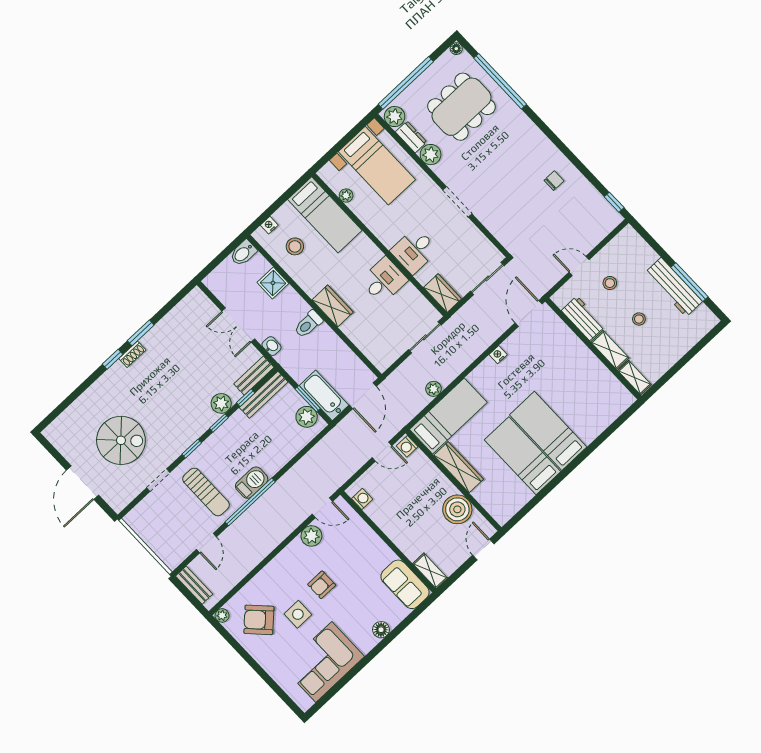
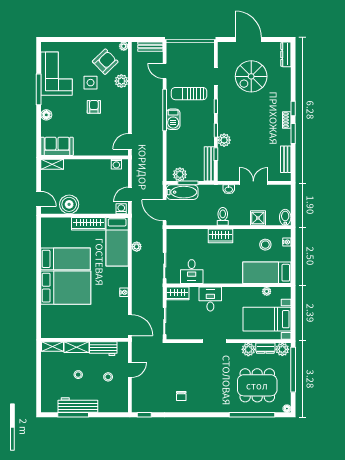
dining table: (461, 107) -> (257, 385), turned 90
desk: (384, 280) -> (192, 272), moved
bench: (254, 376) -> (286, 159), moved
dresser: (60, 425) -> (286, 54), added
bed: (548, 431) -> (66, 288), width x1.50
plant: (311, 536) -> (121, 81), moved
window: (360, 665) -> (39, 89), added

